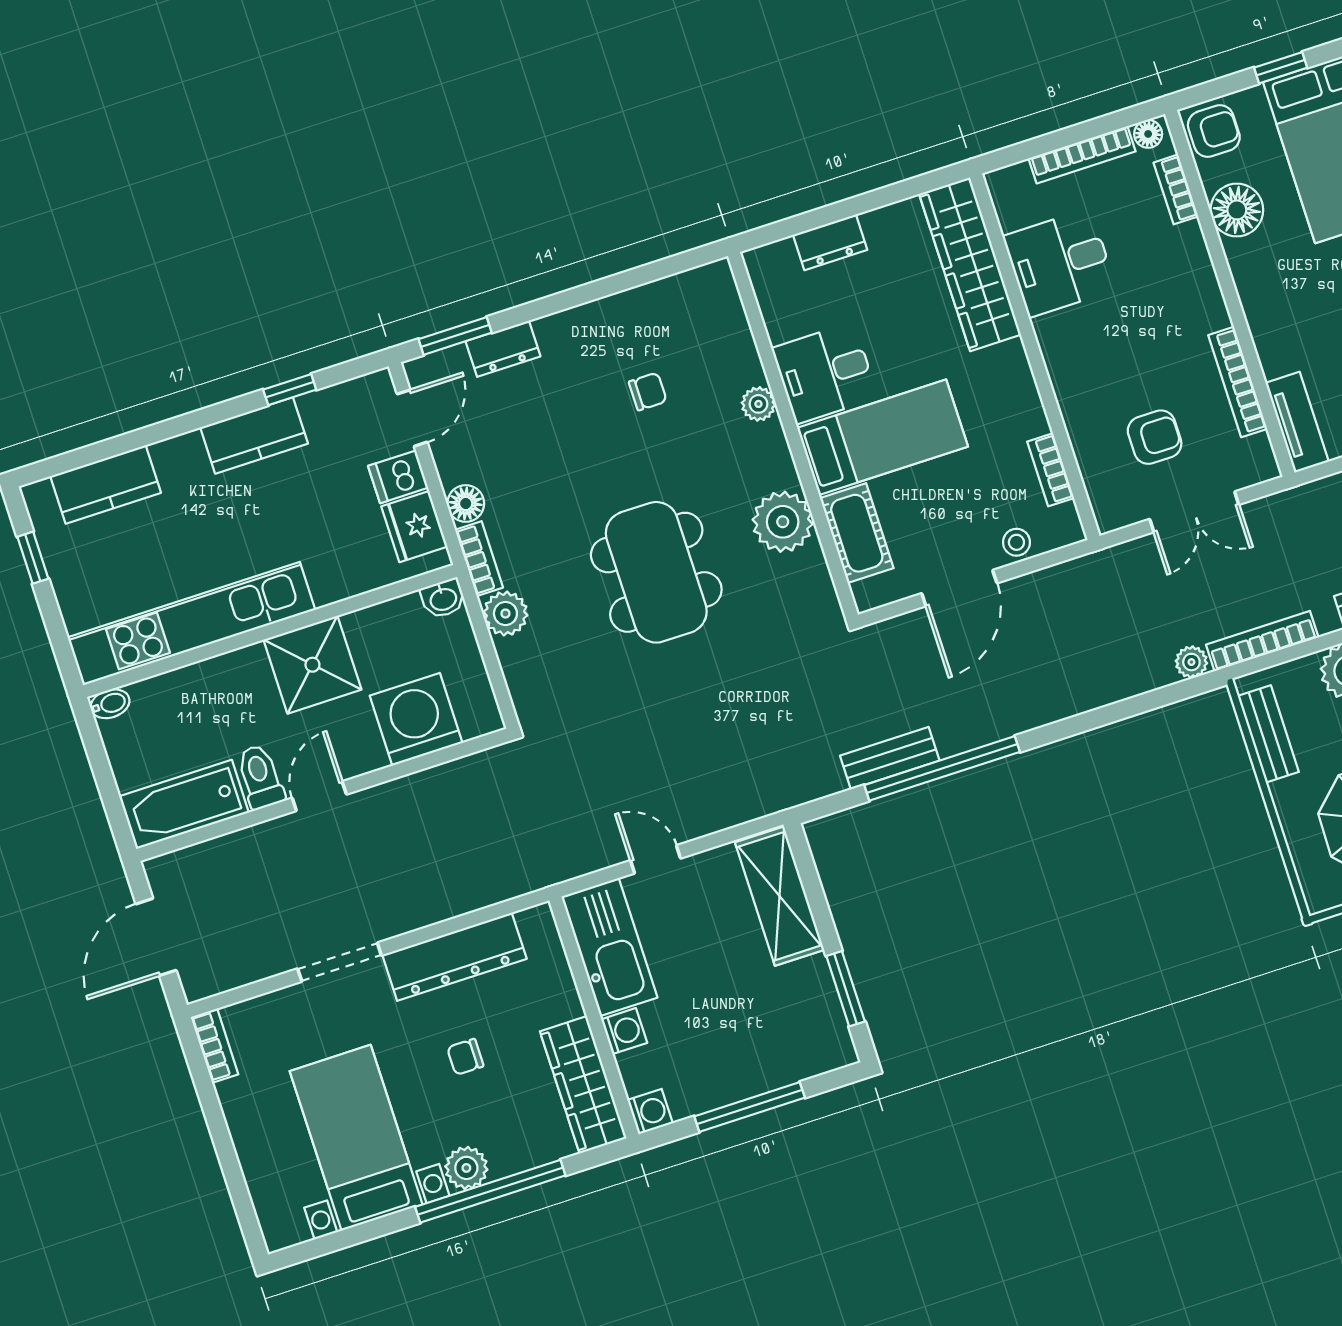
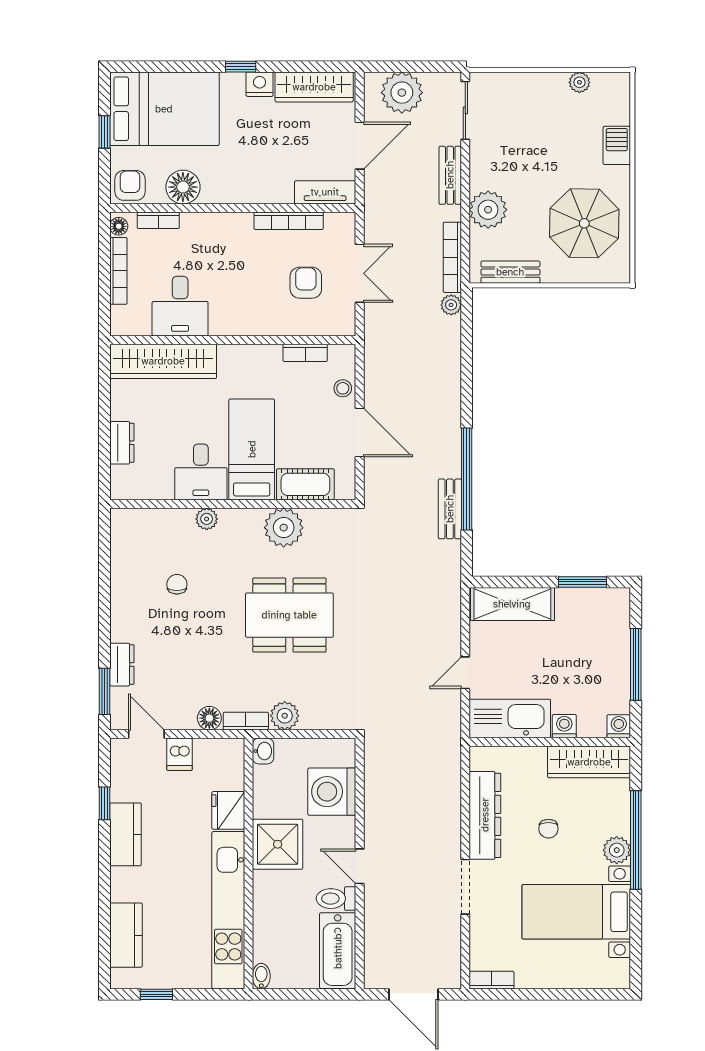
fridge: (414, 527) -> (228, 810), moved, turned 90

